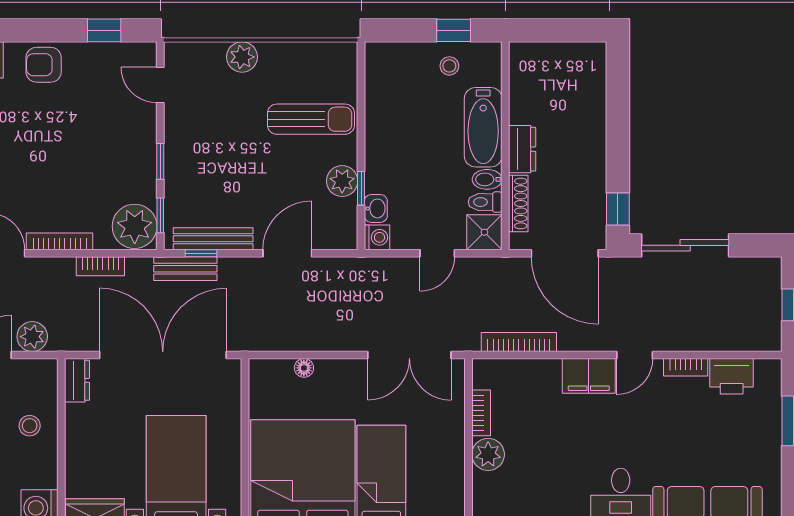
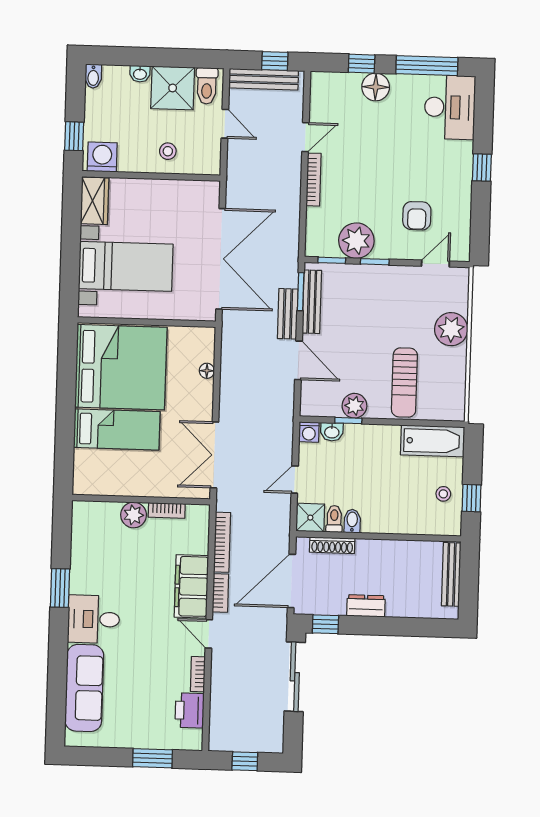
window: (104, 30) -> (482, 168), moved
bench: (550, 53) -> (451, 574), added
plant: (242, 57) -> (451, 329), width x1.36, depth x1.36
armchair: (44, 65) -> (417, 216), moved, turned 180
bathtub: (483, 127) -> (433, 441), moved, turned 180
dresser: (522, 149) -> (366, 606), moved, turned 180
plant: (135, 226) -> (356, 241), moved
window: (201, 253) -> (301, 292), width x1.50
door: (437, 253) -> (295, 480), hinge flipped
bookcase: (100, 266) -> (220, 593), moved, turned 180
bench: (185, 269) -> (288, 314), moved
plant: (32, 337) -> (239, 155), removed
filing cabinet: (589, 376) -> (191, 586), width x1.50, depth x1.17
dresser: (77, 380) -> (203, 190), removed

